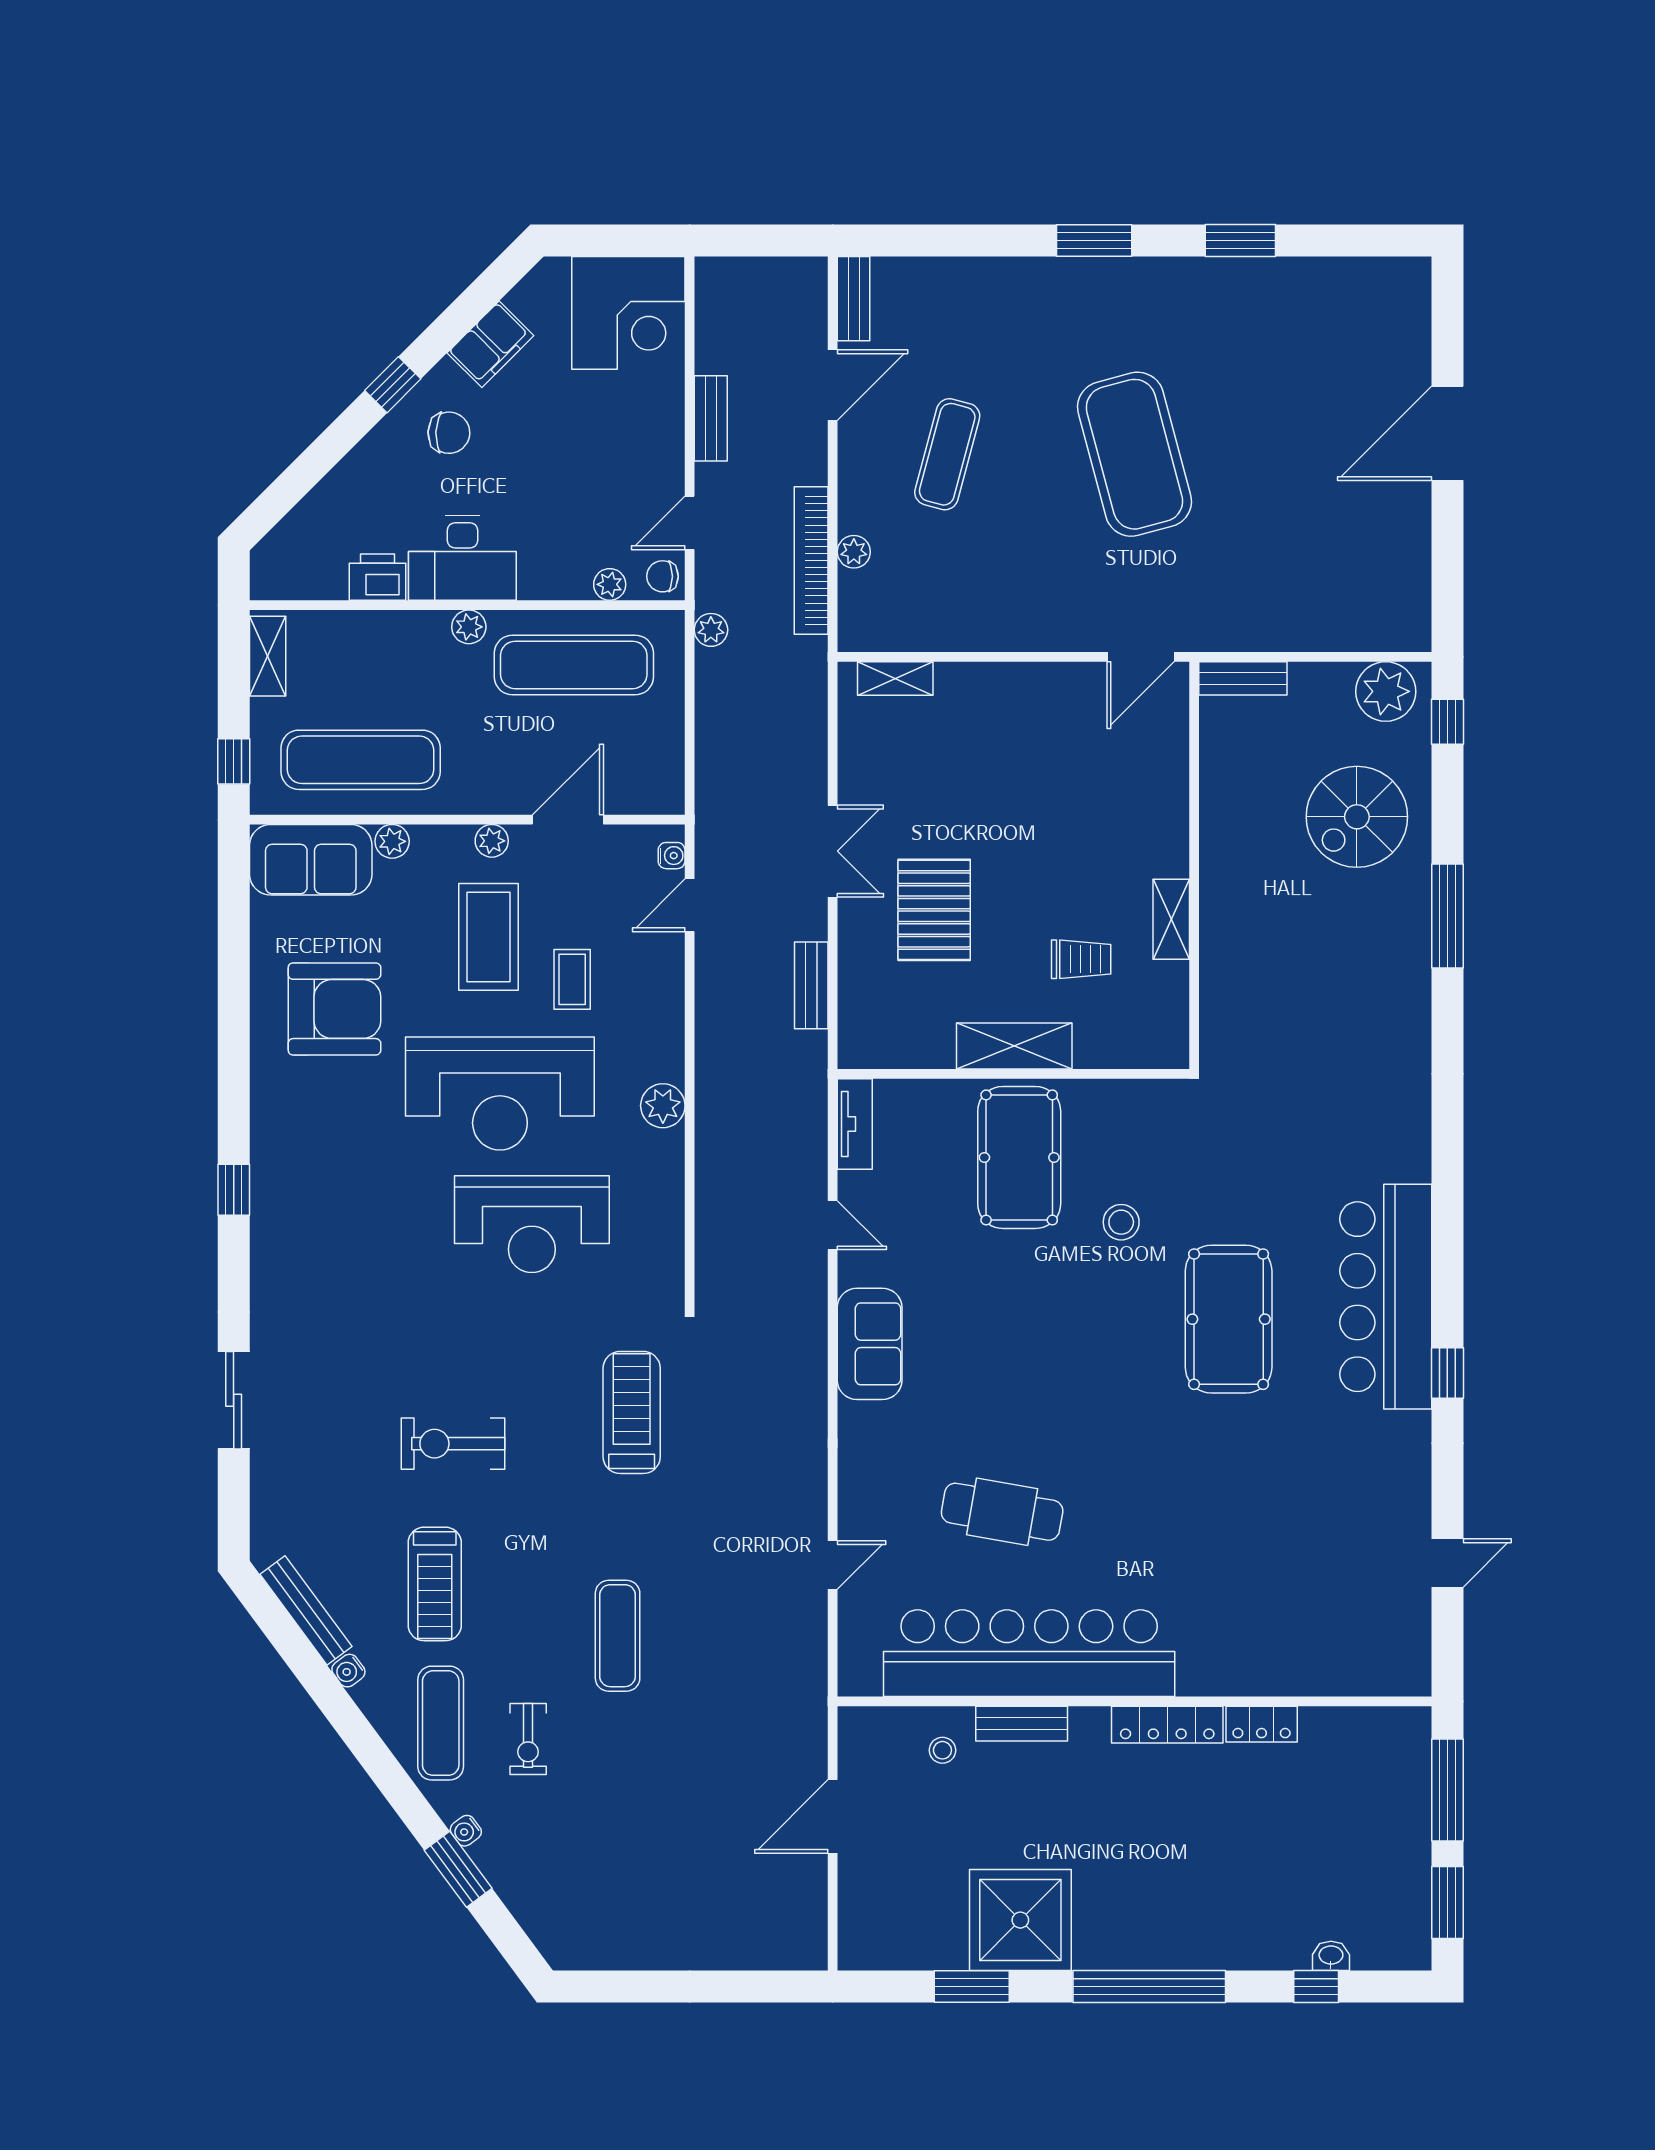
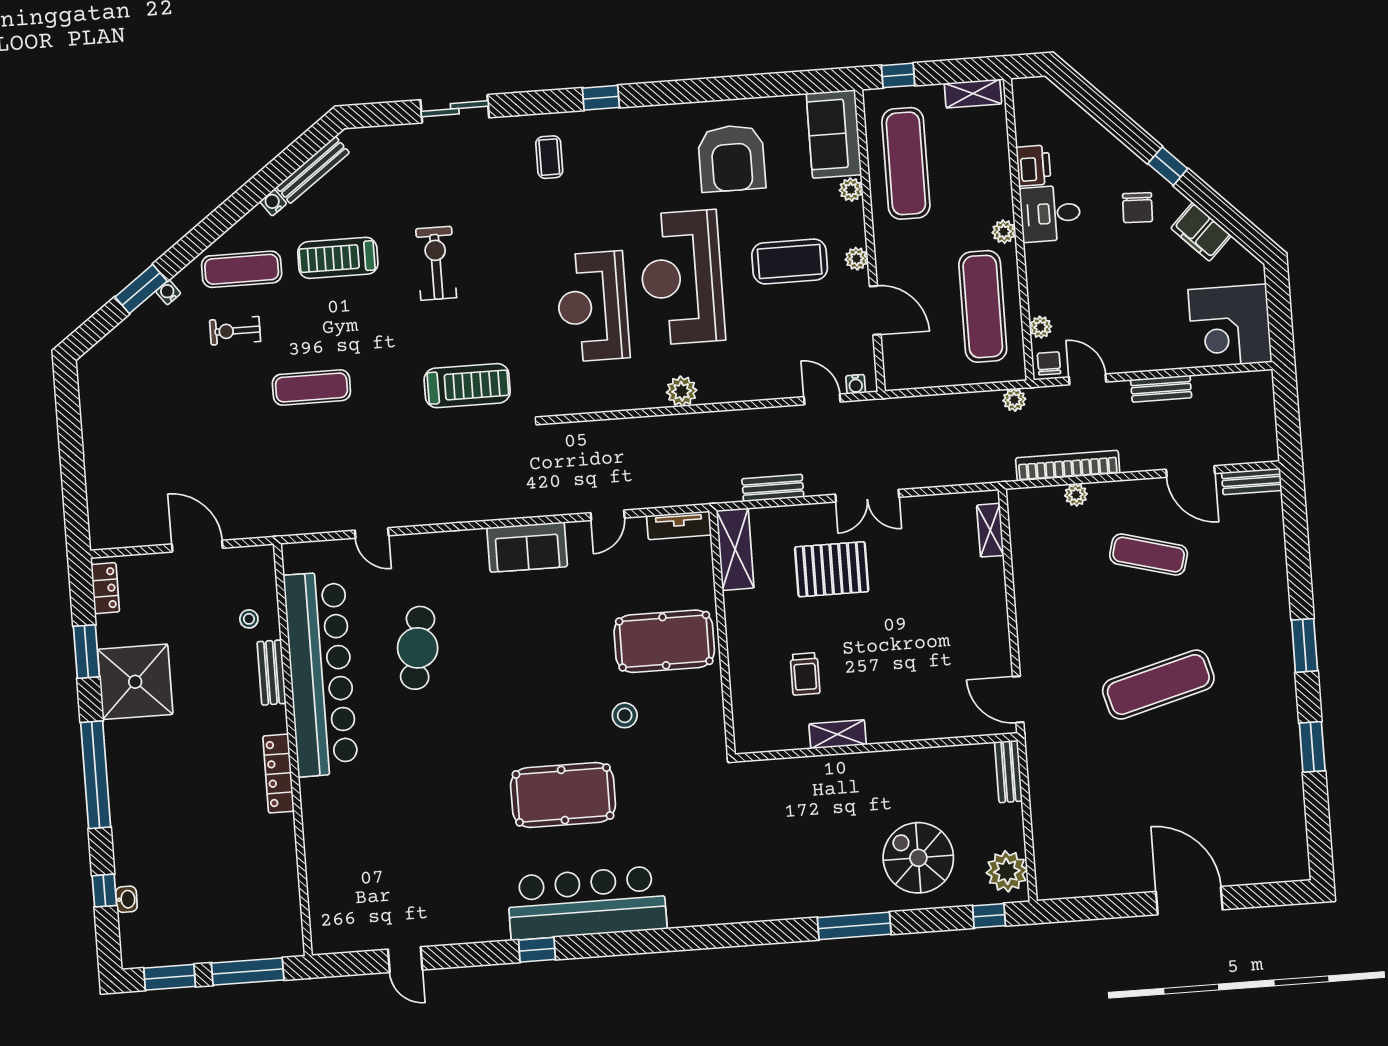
exercise mat: (1134, 454) -> (1158, 685), width x0.68
desk: (462, 558) -> (1050, 213), width x0.73
coffee table: (572, 979) -> (549, 157), moved, turned 90
shelving: (1014, 1046) -> (735, 549), moved
locker: (1262, 1724) -> (105, 588), moved, turned 180

